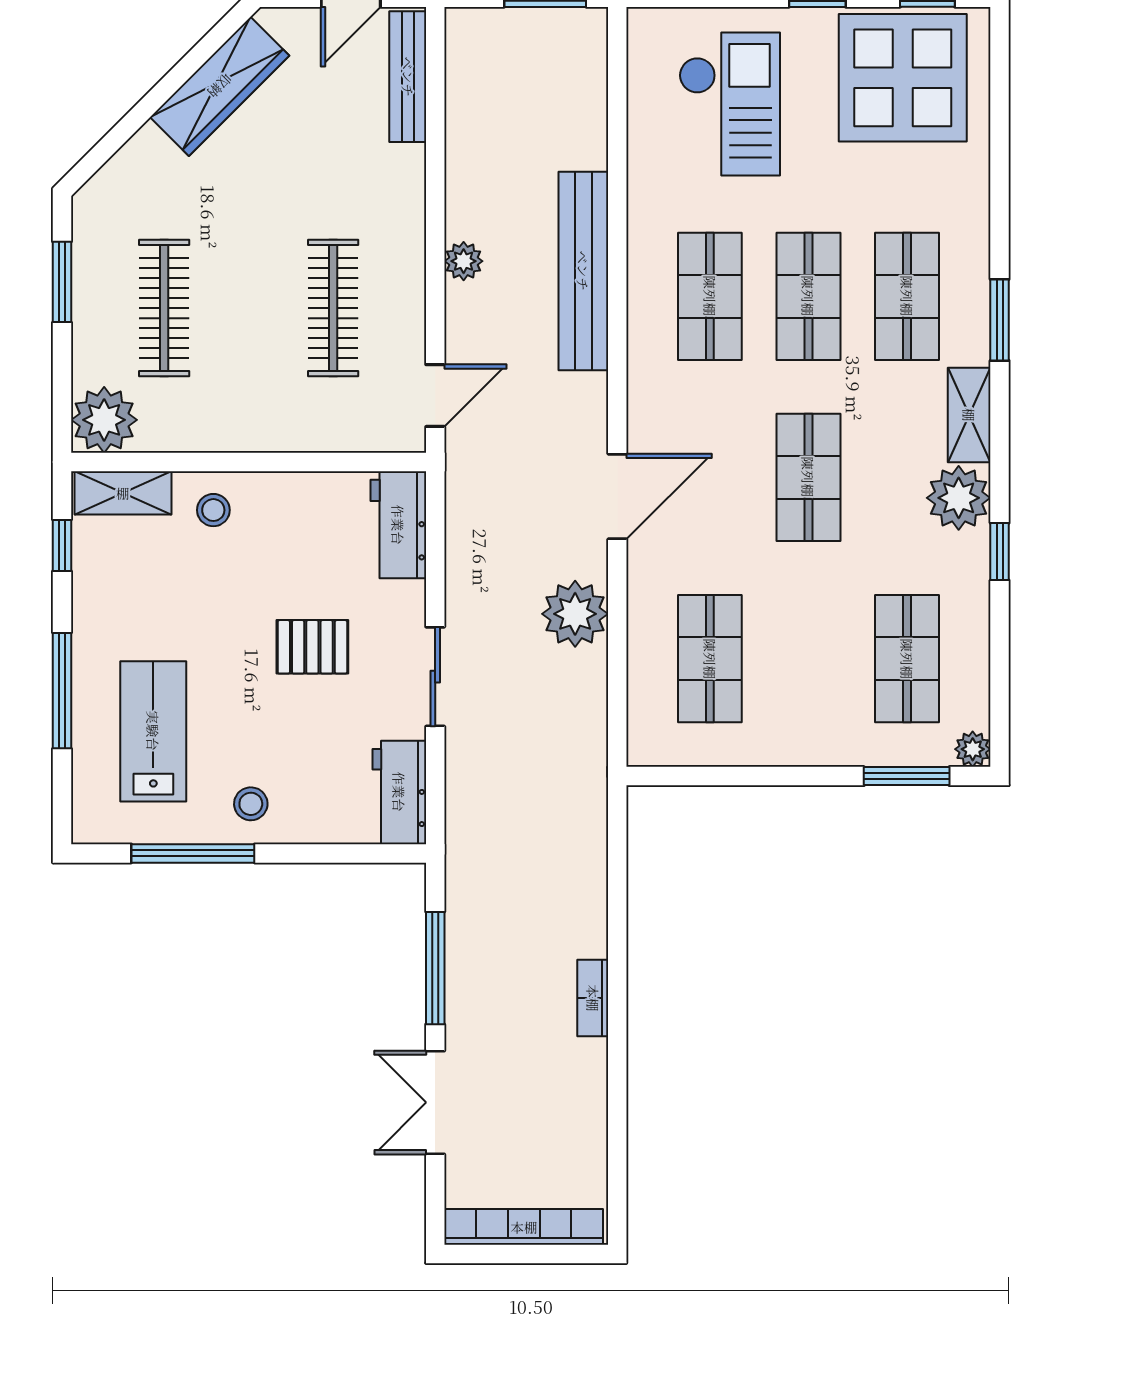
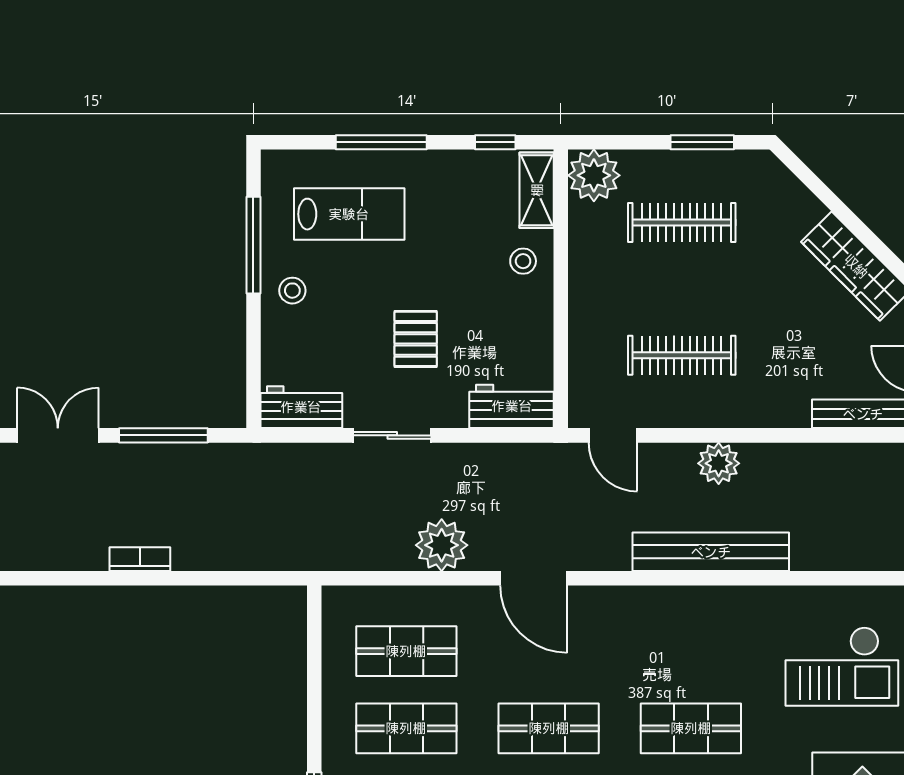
plant: (464, 261) -> (719, 463), width x1.38, depth x1.38
shop shelf: (710, 296) -> (406, 728), moved

